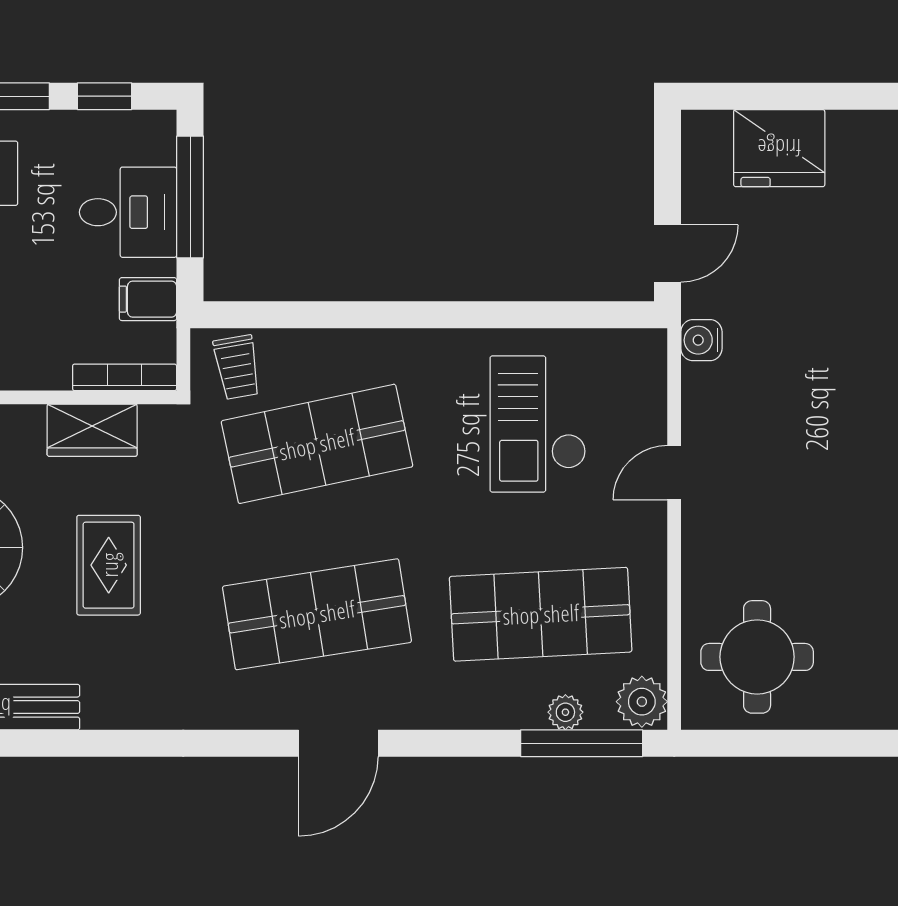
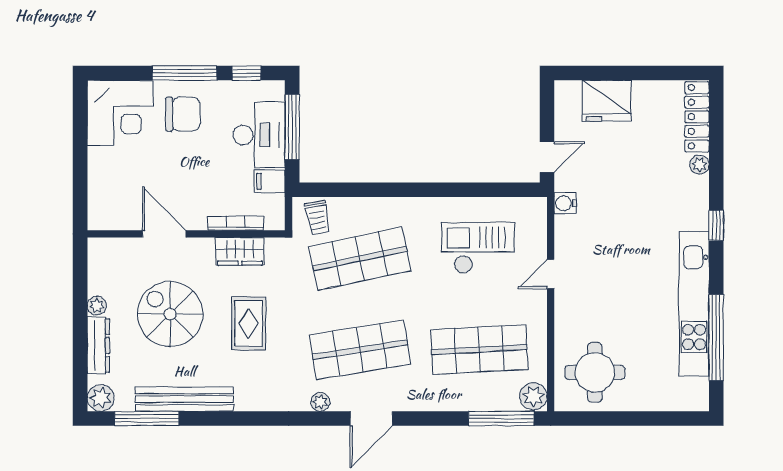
desk: (128, 212) -> (259, 135), width x1.37
bookcase: (125, 377) -> (236, 223), moved
checkout: (538, 424) -> (478, 248), turned 90
plant: (565, 712) -> (320, 402), moved

